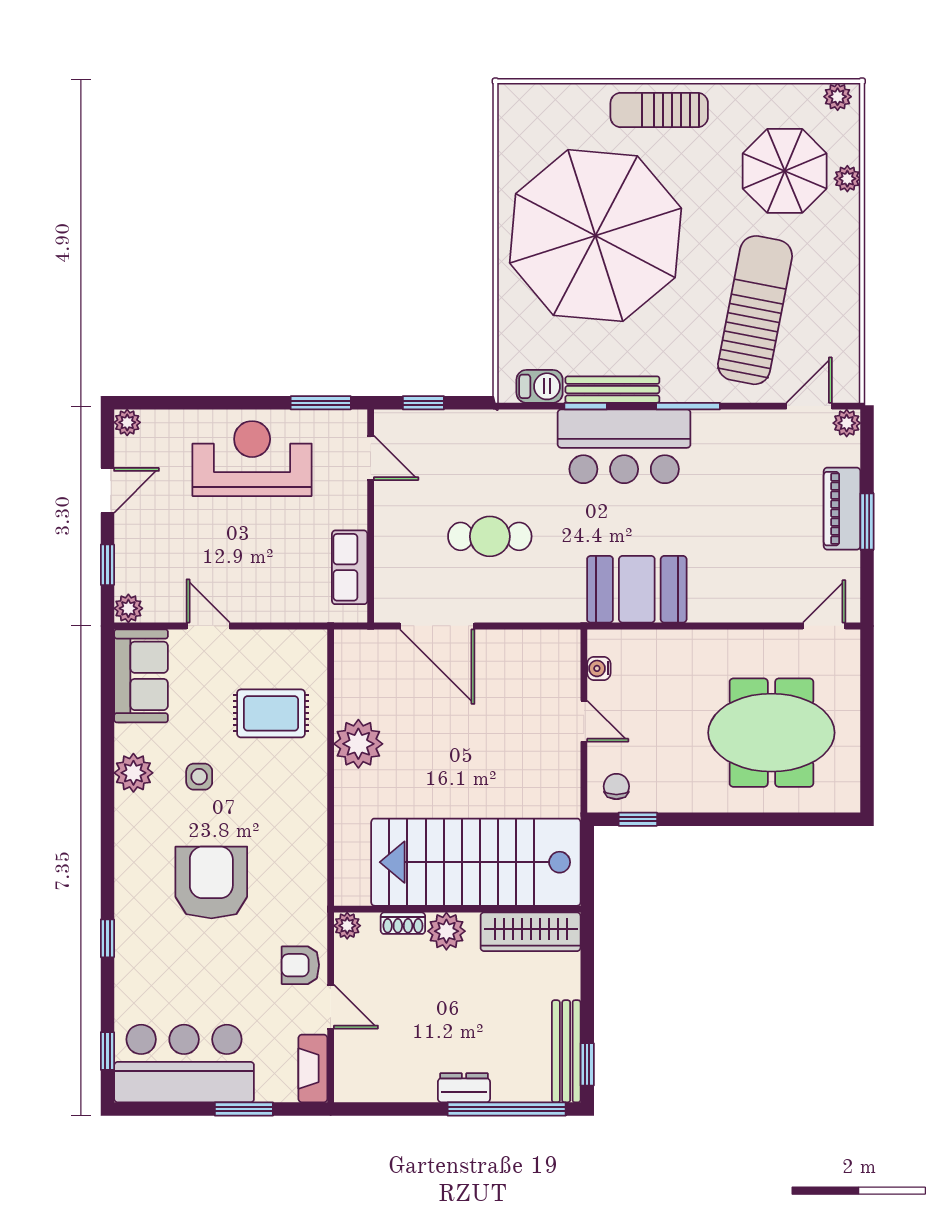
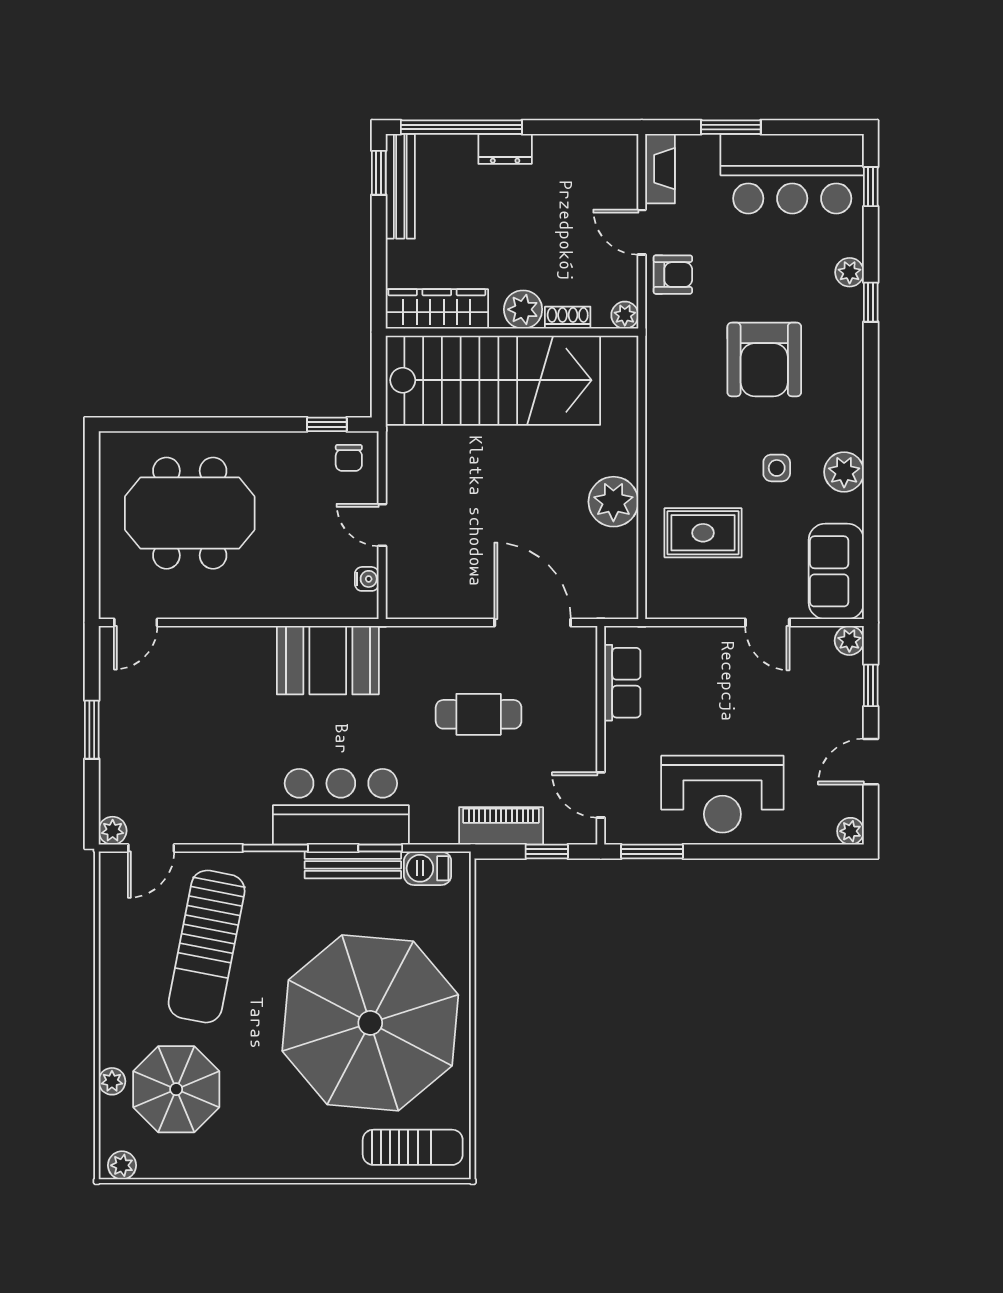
sun lounger: (659, 110) -> (413, 1147), moved
piano: (842, 509) -> (501, 826), moved, turned -90
plant: (128, 967) -> (850, 272), added

